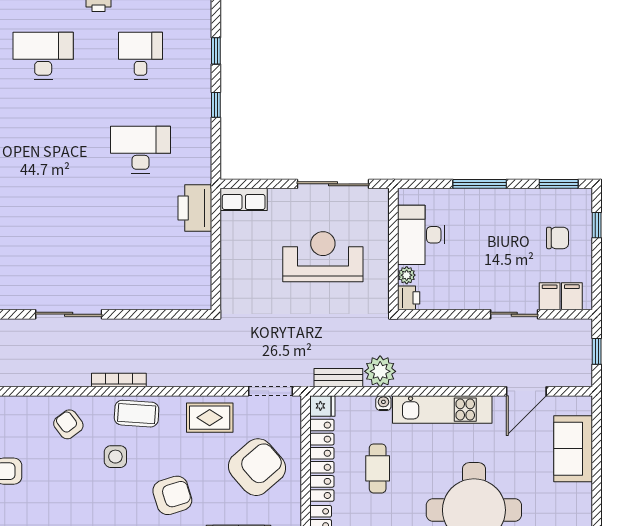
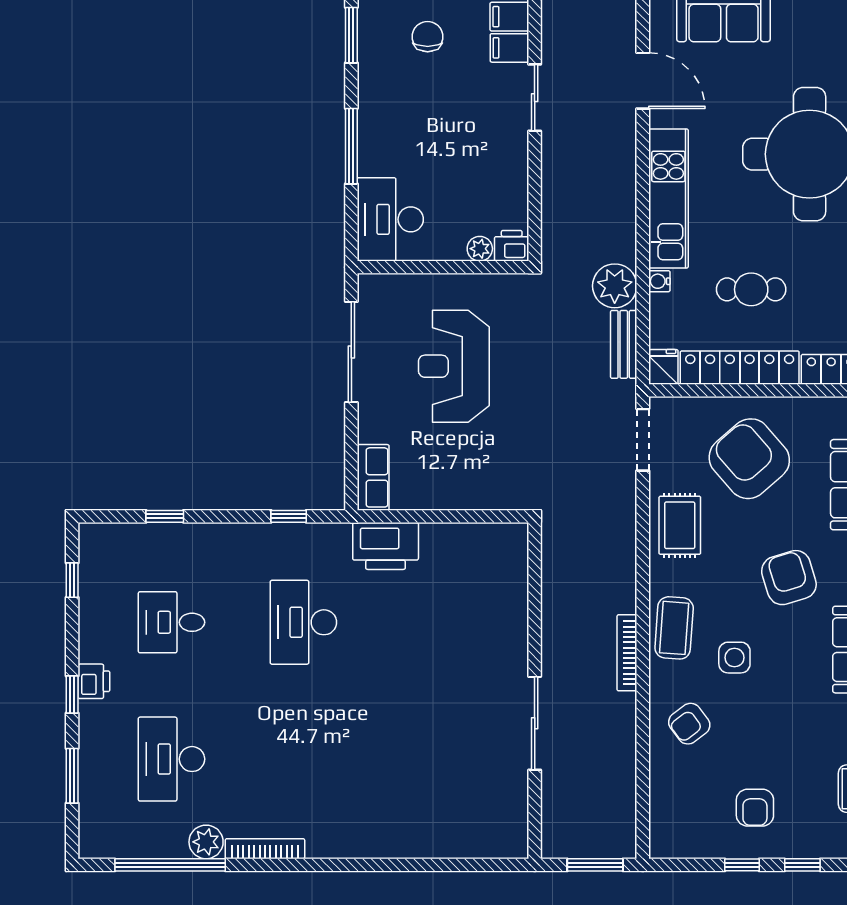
window: (216, 105) -> (289, 516), moved
desk: (421, 235) -> (390, 219), moved, turned 90

